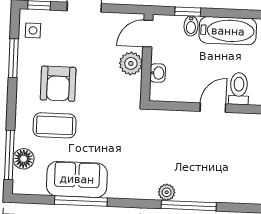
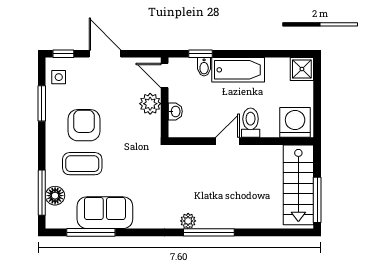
door: (148, 34) -> (165, 76), hinge flipped
armchair: (58, 84) -> (84, 125), turned 180
window: (81, 201) -> (91, 232), moved

